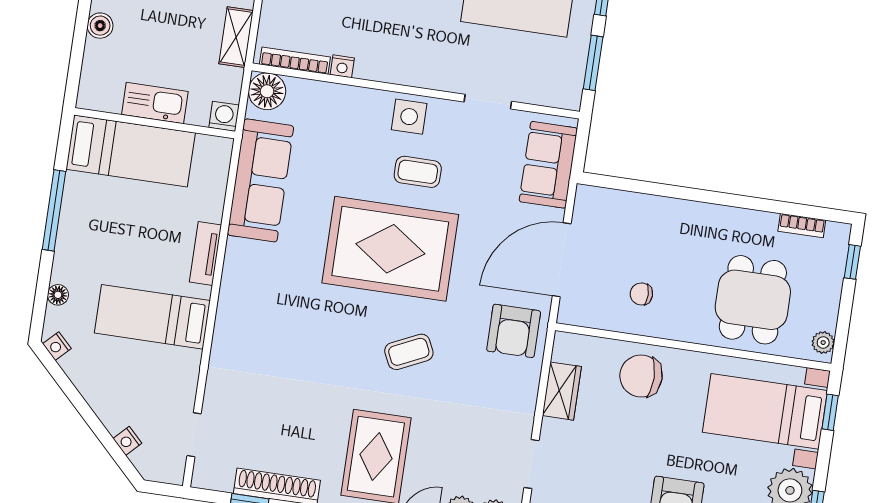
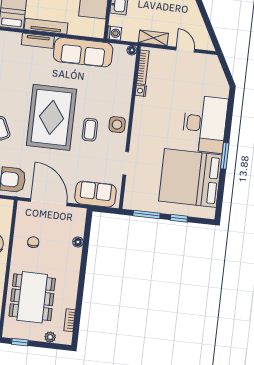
floor lamp: (267, 91) -> (132, 50), width x0.53, depth x0.53
floor lamp: (644, 204) -> (78, 242), added
tv unit: (205, 254) -> (46, 26), width x1.41
window: (852, 262) -> (20, 342), moved
tv unit: (234, 271) -> (38, 41), added
dining table: (753, 300) -> (32, 297), width x1.38
plant: (823, 343) -> (50, 337), moved

